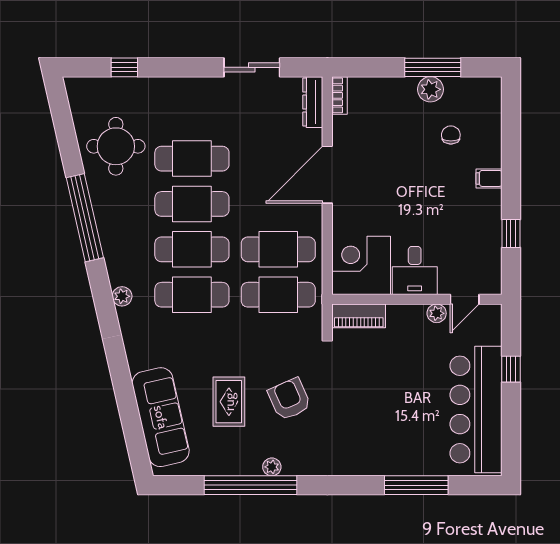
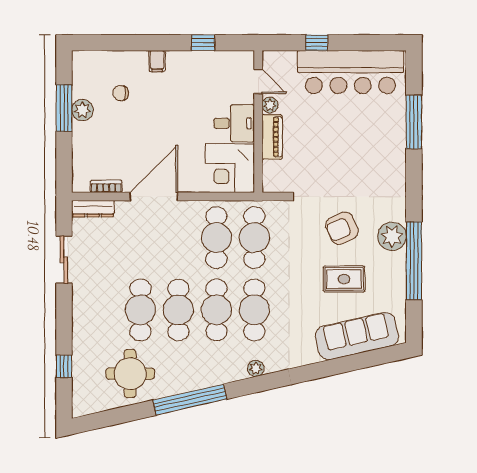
bookcase: (339, 95) -> (106, 186), moved
door: (327, 175) -> (154, 196), swing flipped
piano: (359, 316) -> (272, 137), moved
plant: (272, 467) -> (392, 236), width x1.87, depth x1.87

